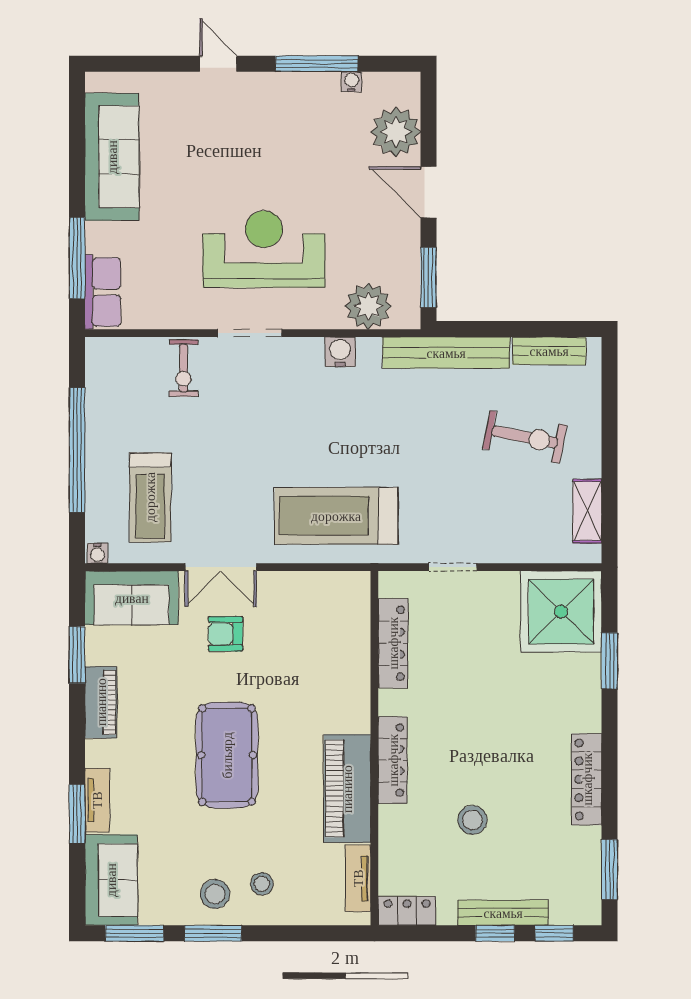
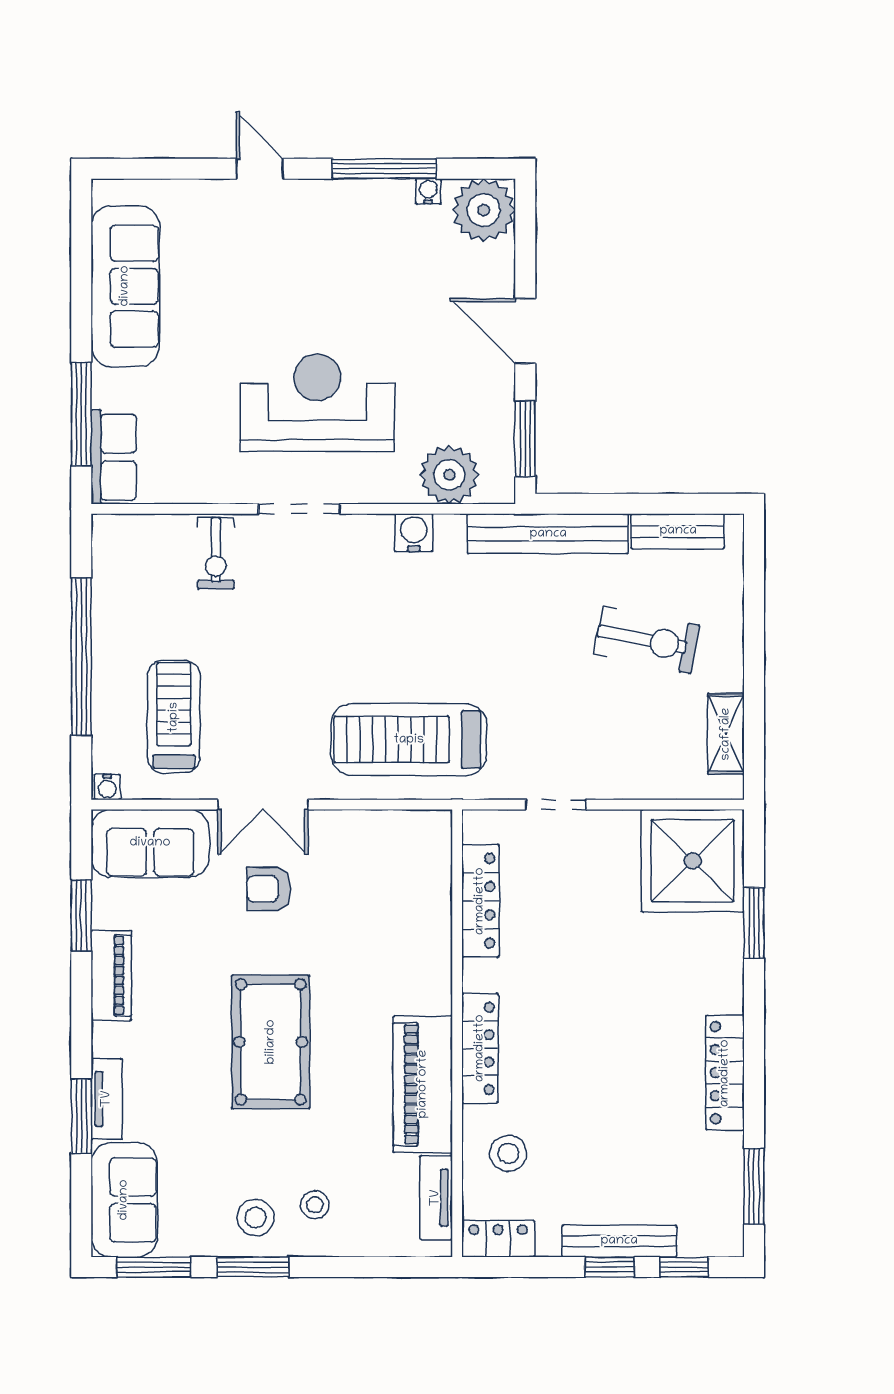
plant: (396, 132) -> (484, 210), moved
treadmill: (150, 497) -> (174, 717), turned 180
stool: (472, 820) -> (508, 1153), moved

